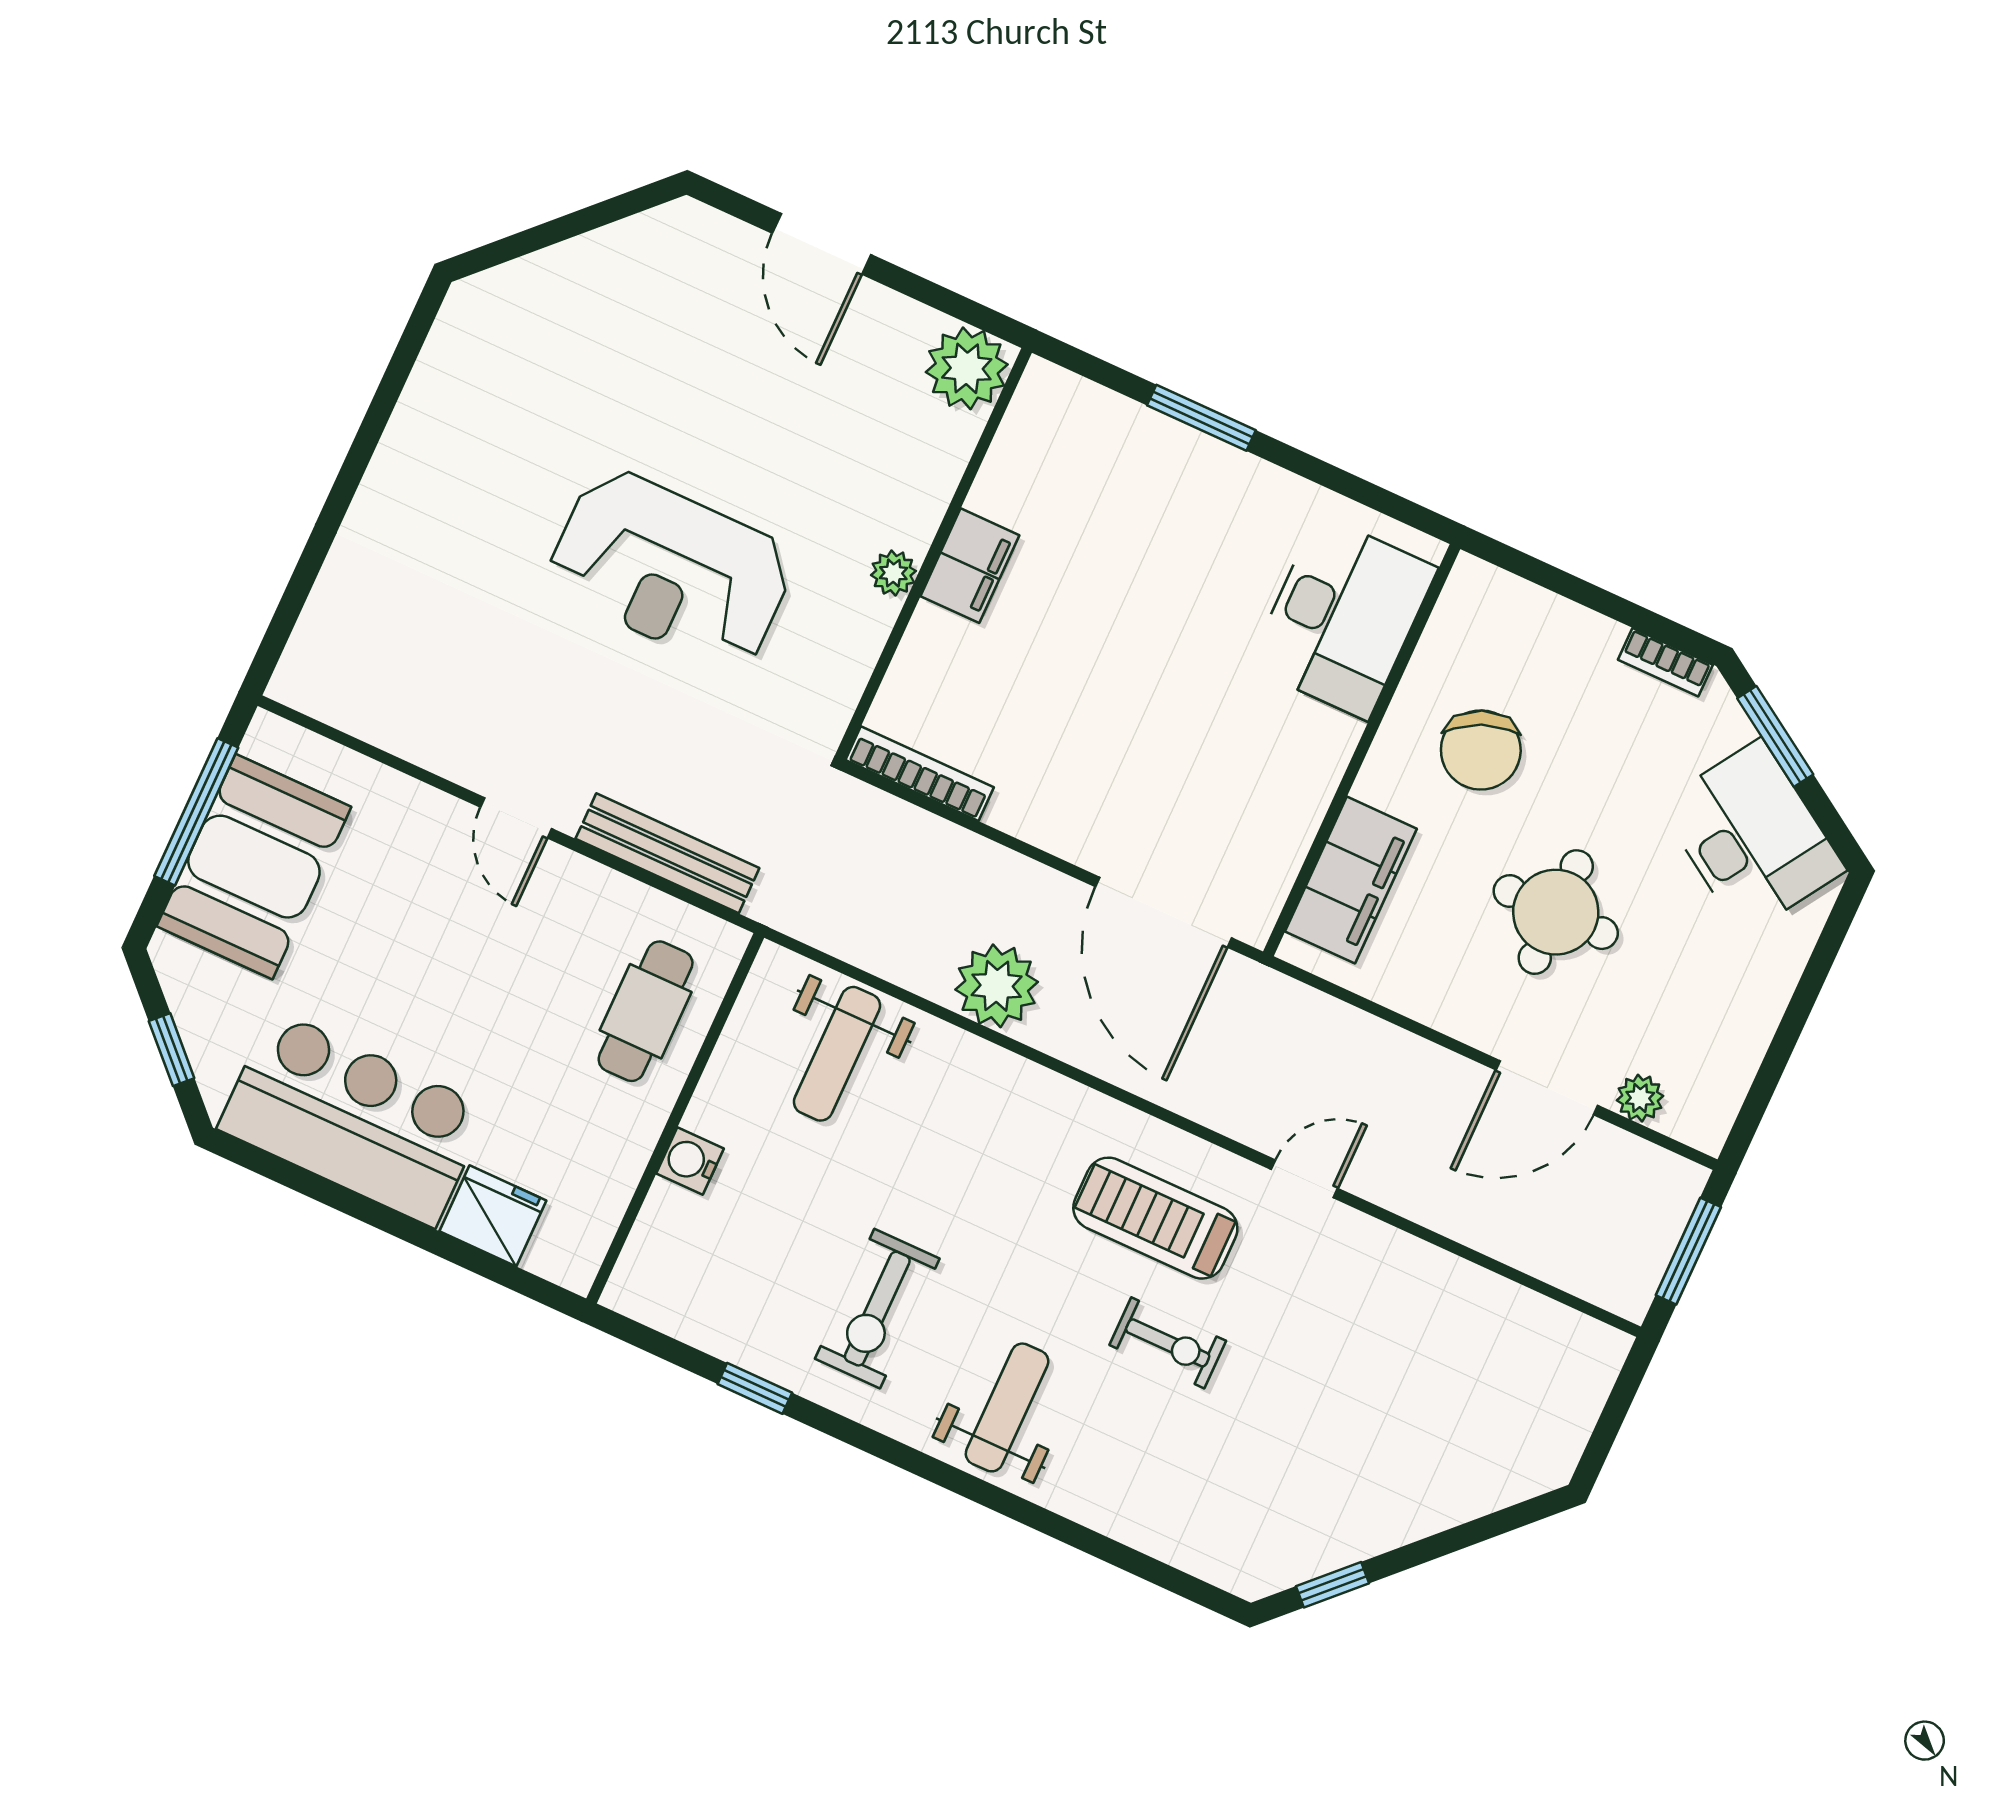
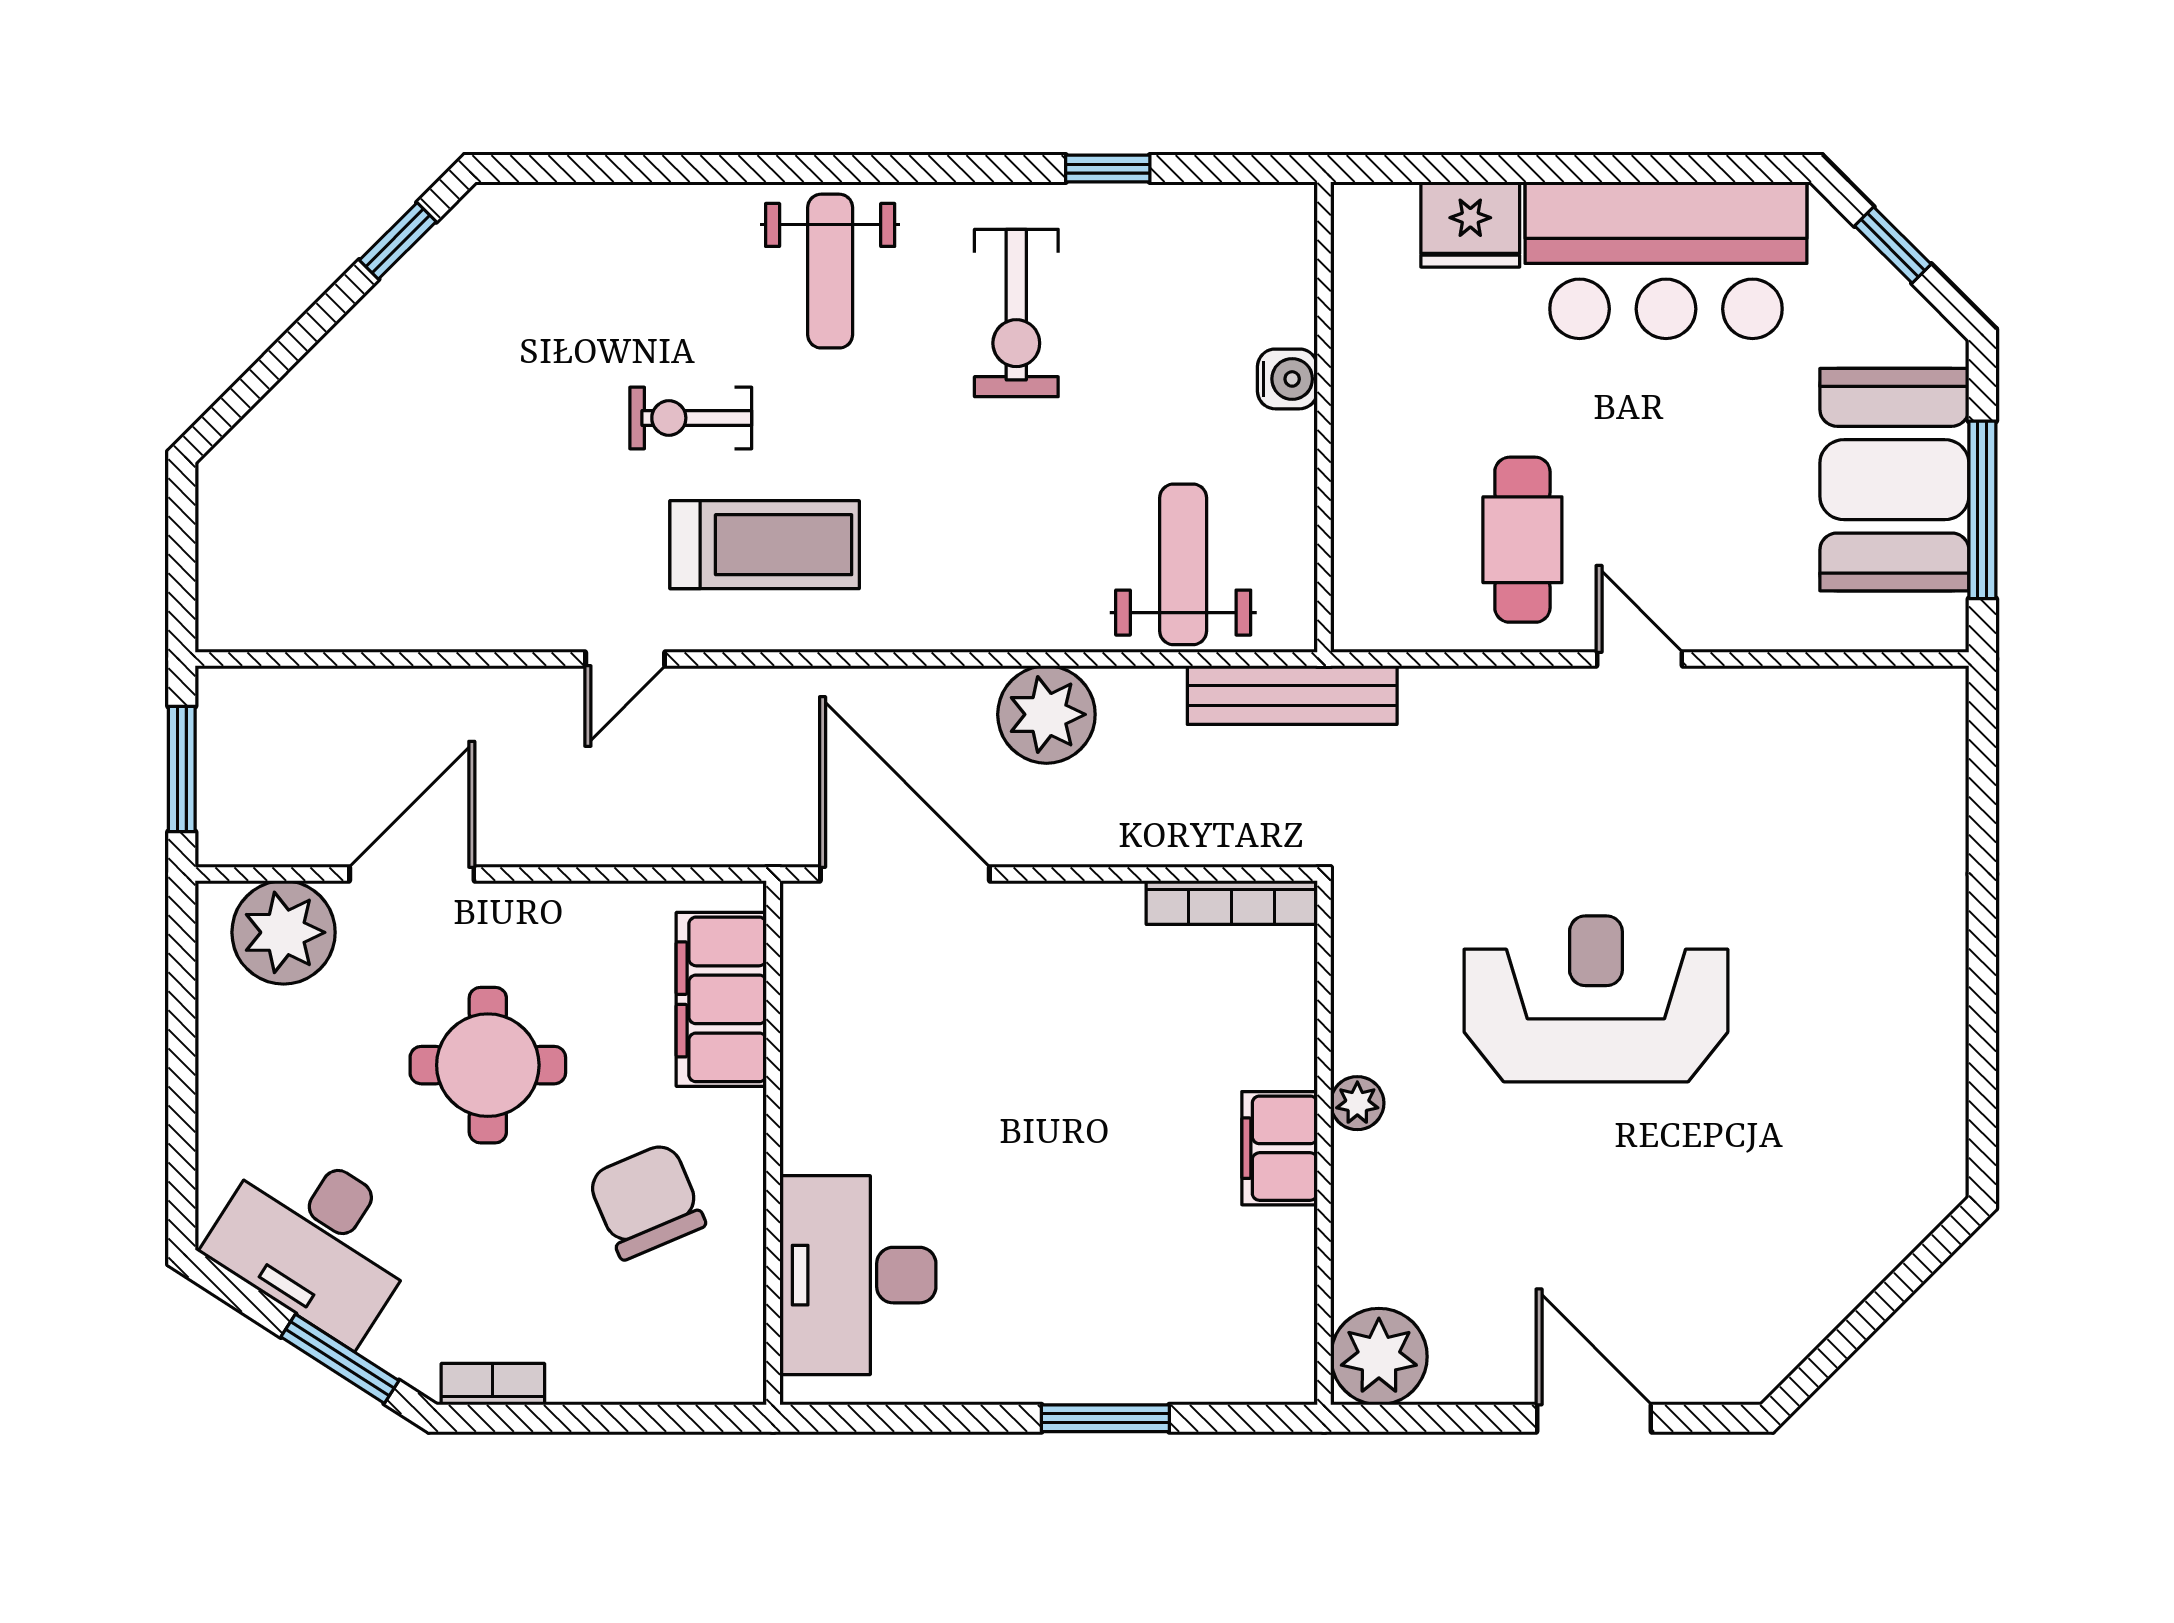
bench: (667, 853) -> (1292, 695), moved
cafe table: (646, 1011) -> (1522, 540), moved
plant: (1640, 1098) -> (284, 932), width x1.87, depth x1.87
exercise bike: (877, 1309) -> (1016, 313), turned 180

